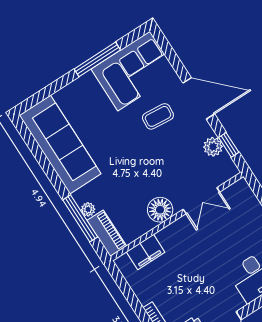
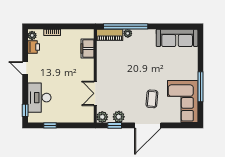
sofa: (60, 145) -> (177, 38), width x0.74, depth x0.79
plant: (228, 170) -> (102, 117), added
floor lamp: (160, 210) -> (104, 70), removed
window: (80, 218) -> (126, 26), width x1.46

